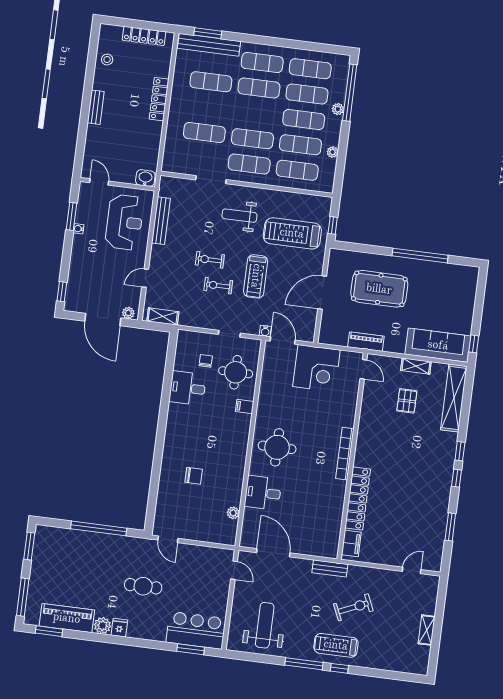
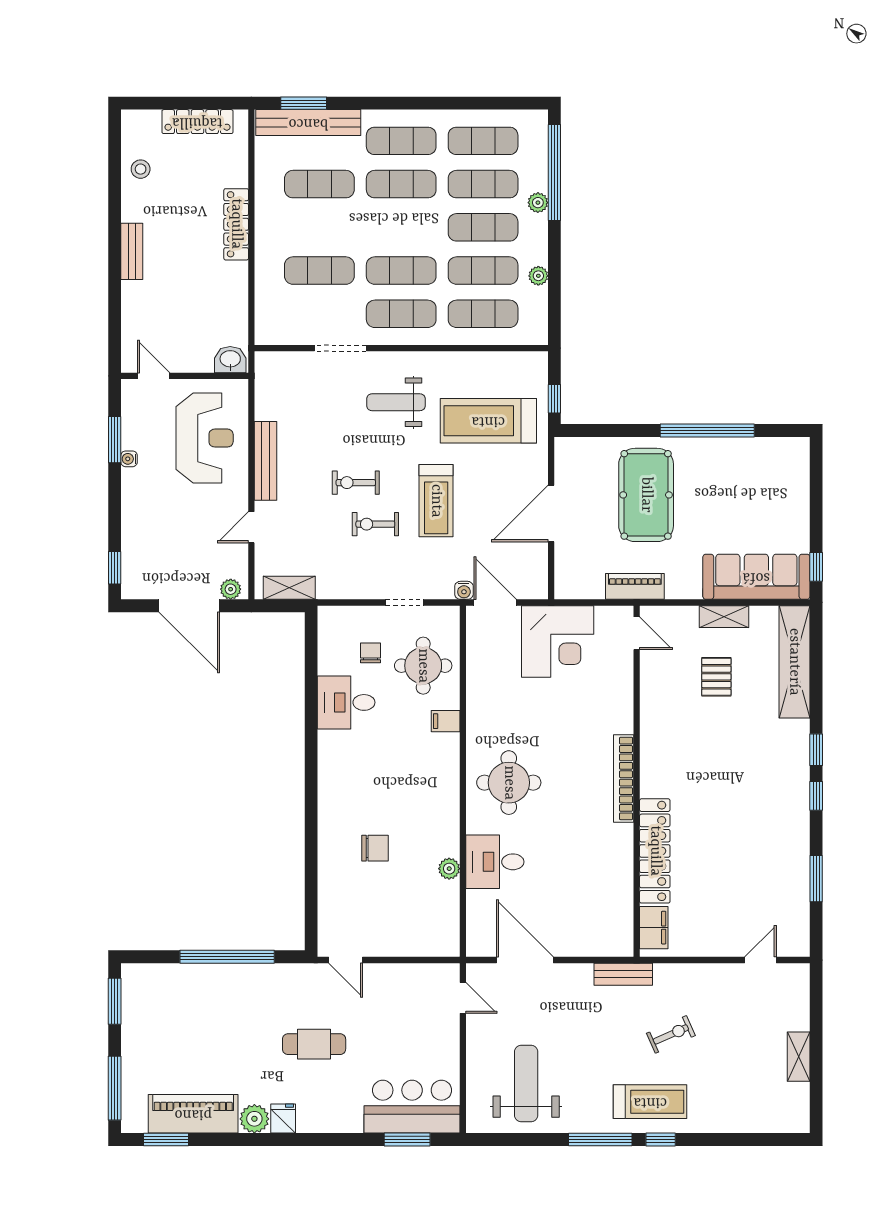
bench: (161, 221) -> (265, 461), moved
pool table: (379, 289) -> (646, 495), turned 90
plant: (233, 513) -> (449, 869), moved
exercise bike: (353, 607) -> (671, 1034), width x0.73, depth x0.72
treadmill: (336, 645) -> (650, 1102), turned 180

